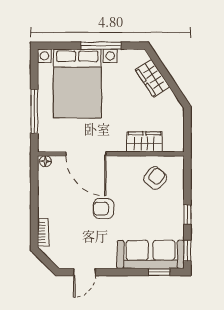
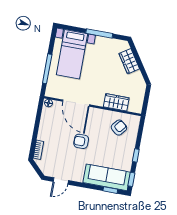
bed with nightstands: (77, 83) -> (72, 54), width x0.73

